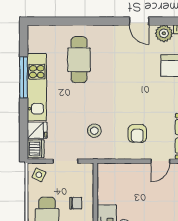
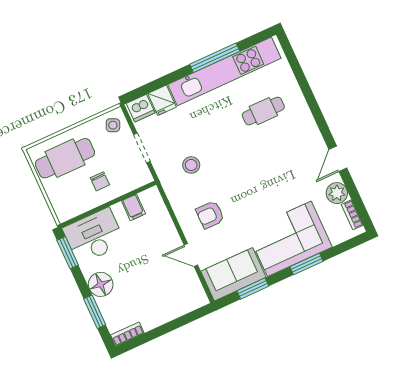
cafe table: (79, 60) -> (263, 111), width x0.73, depth x0.74
kitchen unit: (37, 87) -> (224, 71), width x1.36
filing cabinet: (106, 187) -> (133, 207), added

